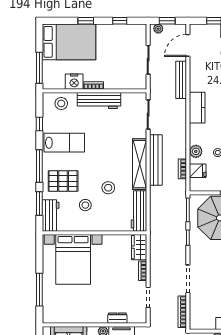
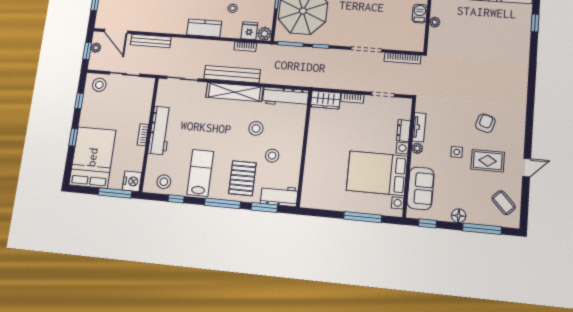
plant: (158, 29) -> (96, 48), moved
stool: (136, 38) -> (99, 85), added
nightstand: (74, 82) -> (132, 181), moved
stool: (61, 103) -> (164, 182), moved
kitchen counter: (197, 108) -> (204, 28), moved
plant: (196, 151) -> (264, 34), moved
bed with nightstands: (73, 259) -> (377, 173), moved, turned 180

